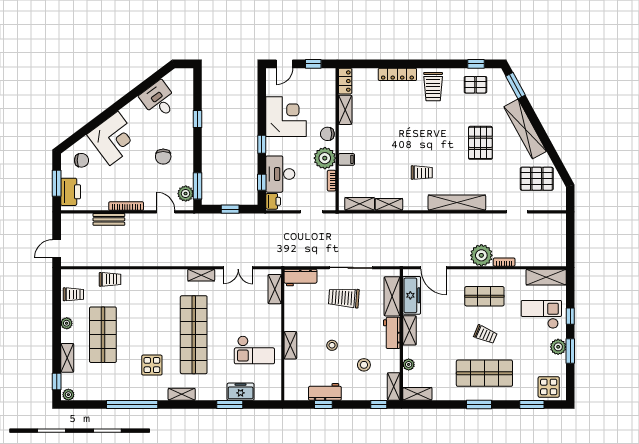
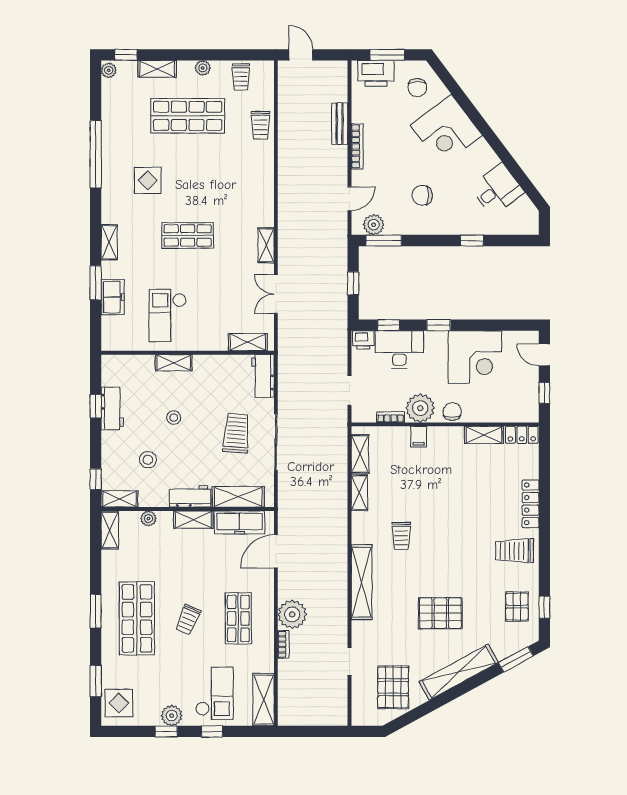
shop shelf: (194, 335) -> (188, 235), width x0.50, depth x0.74
window: (570, 351) -> (166, 731), width x0.67
shelving: (182, 394) -> (109, 242), moved

